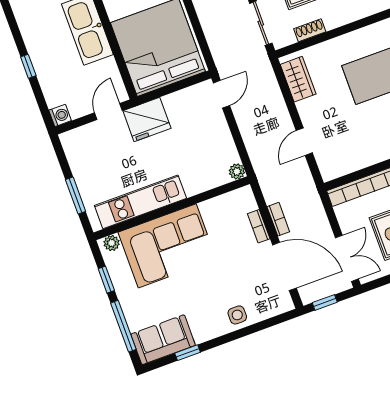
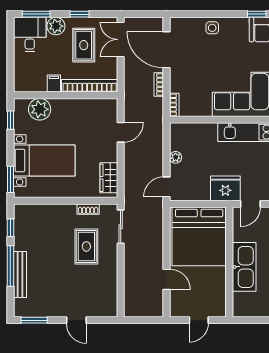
plant: (237, 171) -> (176, 157), moved
bookcase: (259, 226) -> (174, 105), moved
window: (325, 302) -> (148, 14), removed

